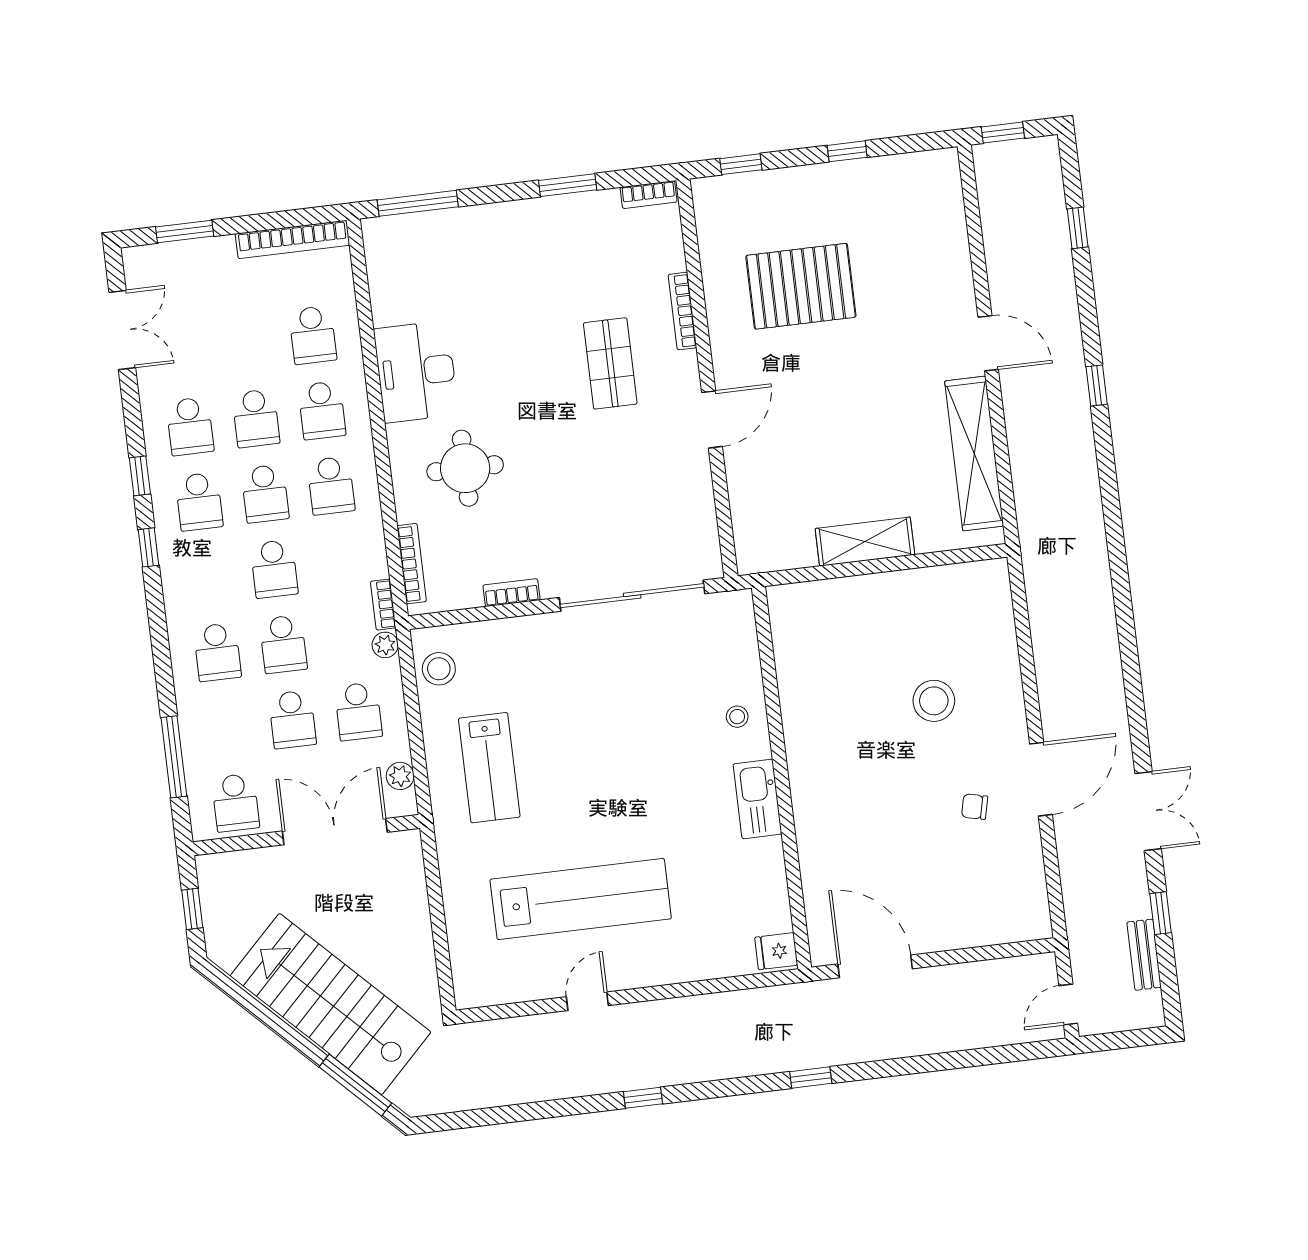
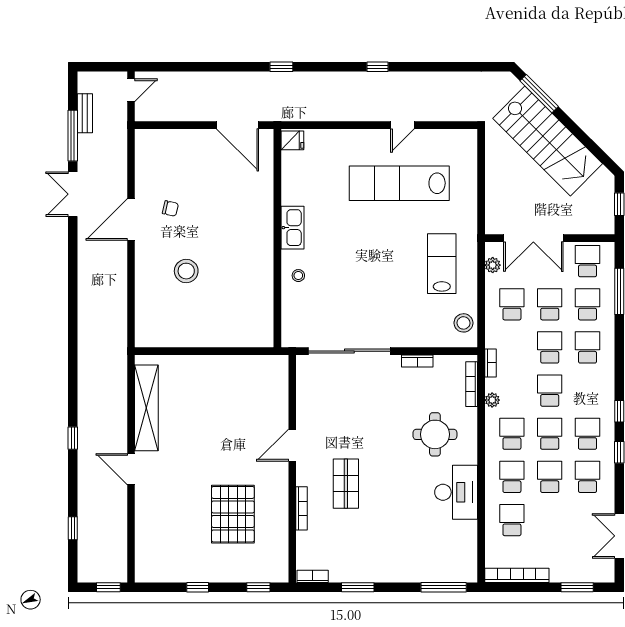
pallet: (801, 286) -> (233, 514), turned 90
shelving: (865, 542) -> (214, 366), removed
plant: (385, 645) -> (492, 400), moved
school desk: (226, 727) -> (587, 304), added
window: (1160, 913) -> (73, 136), width x2.17

